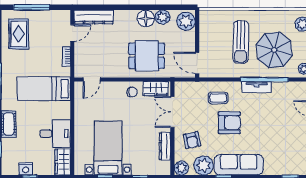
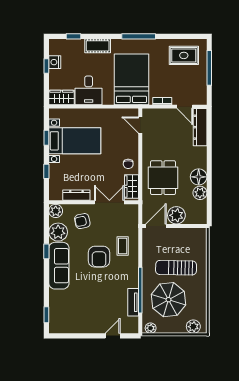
plant: (186, 21) -> (176, 215), moved
tv unit: (257, 87) -> (133, 302), moved
bed: (44, 89) -> (131, 79), width x1.50

